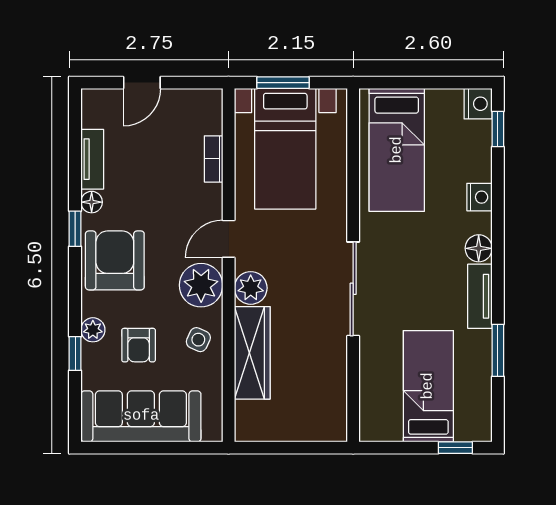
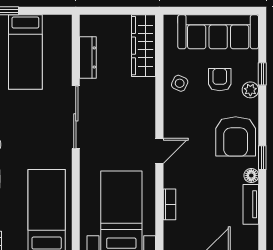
plant: (201, 285) -> (178, 120), removed
plant: (251, 288) -> (145, 118), removed
wardrobe: (252, 353) -> (144, 46), moved
dresser: (335, 378) -> (88, 57), added

